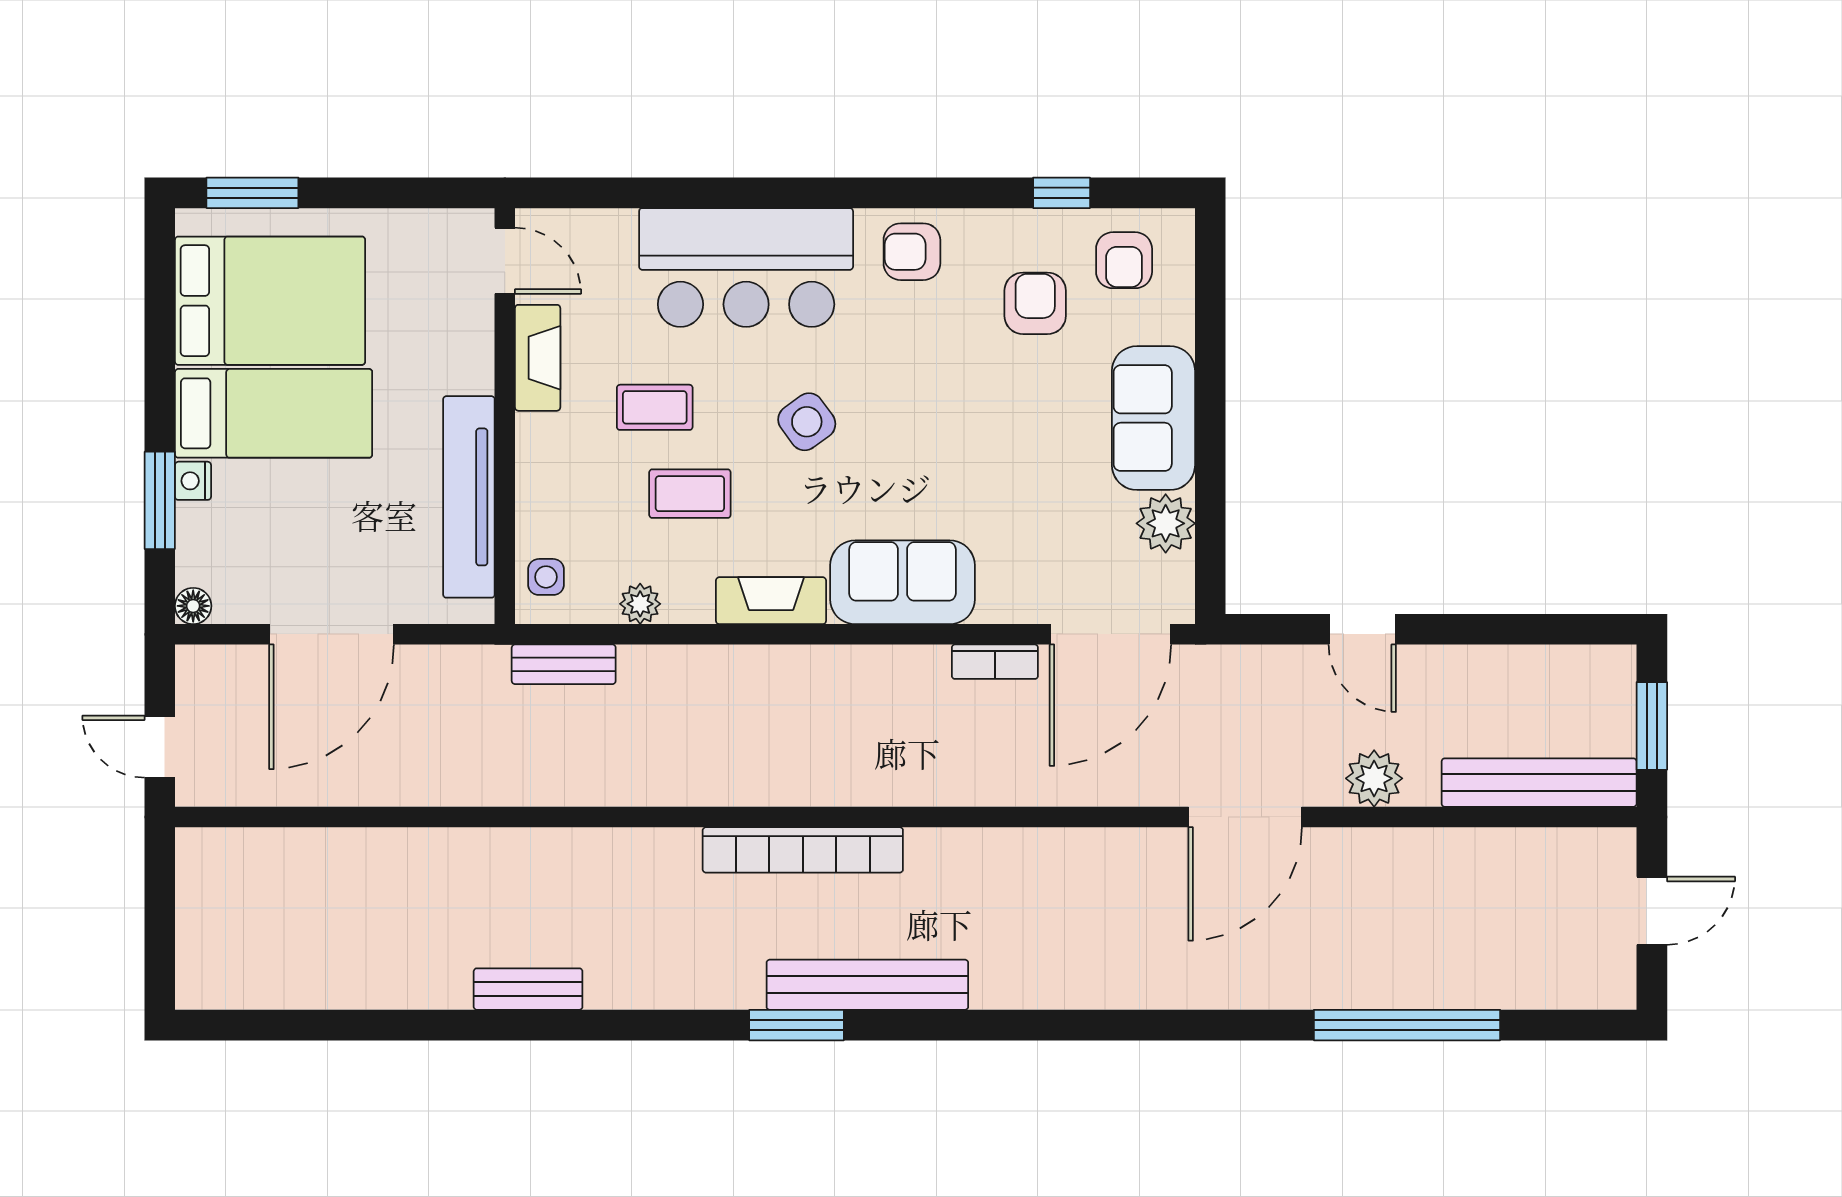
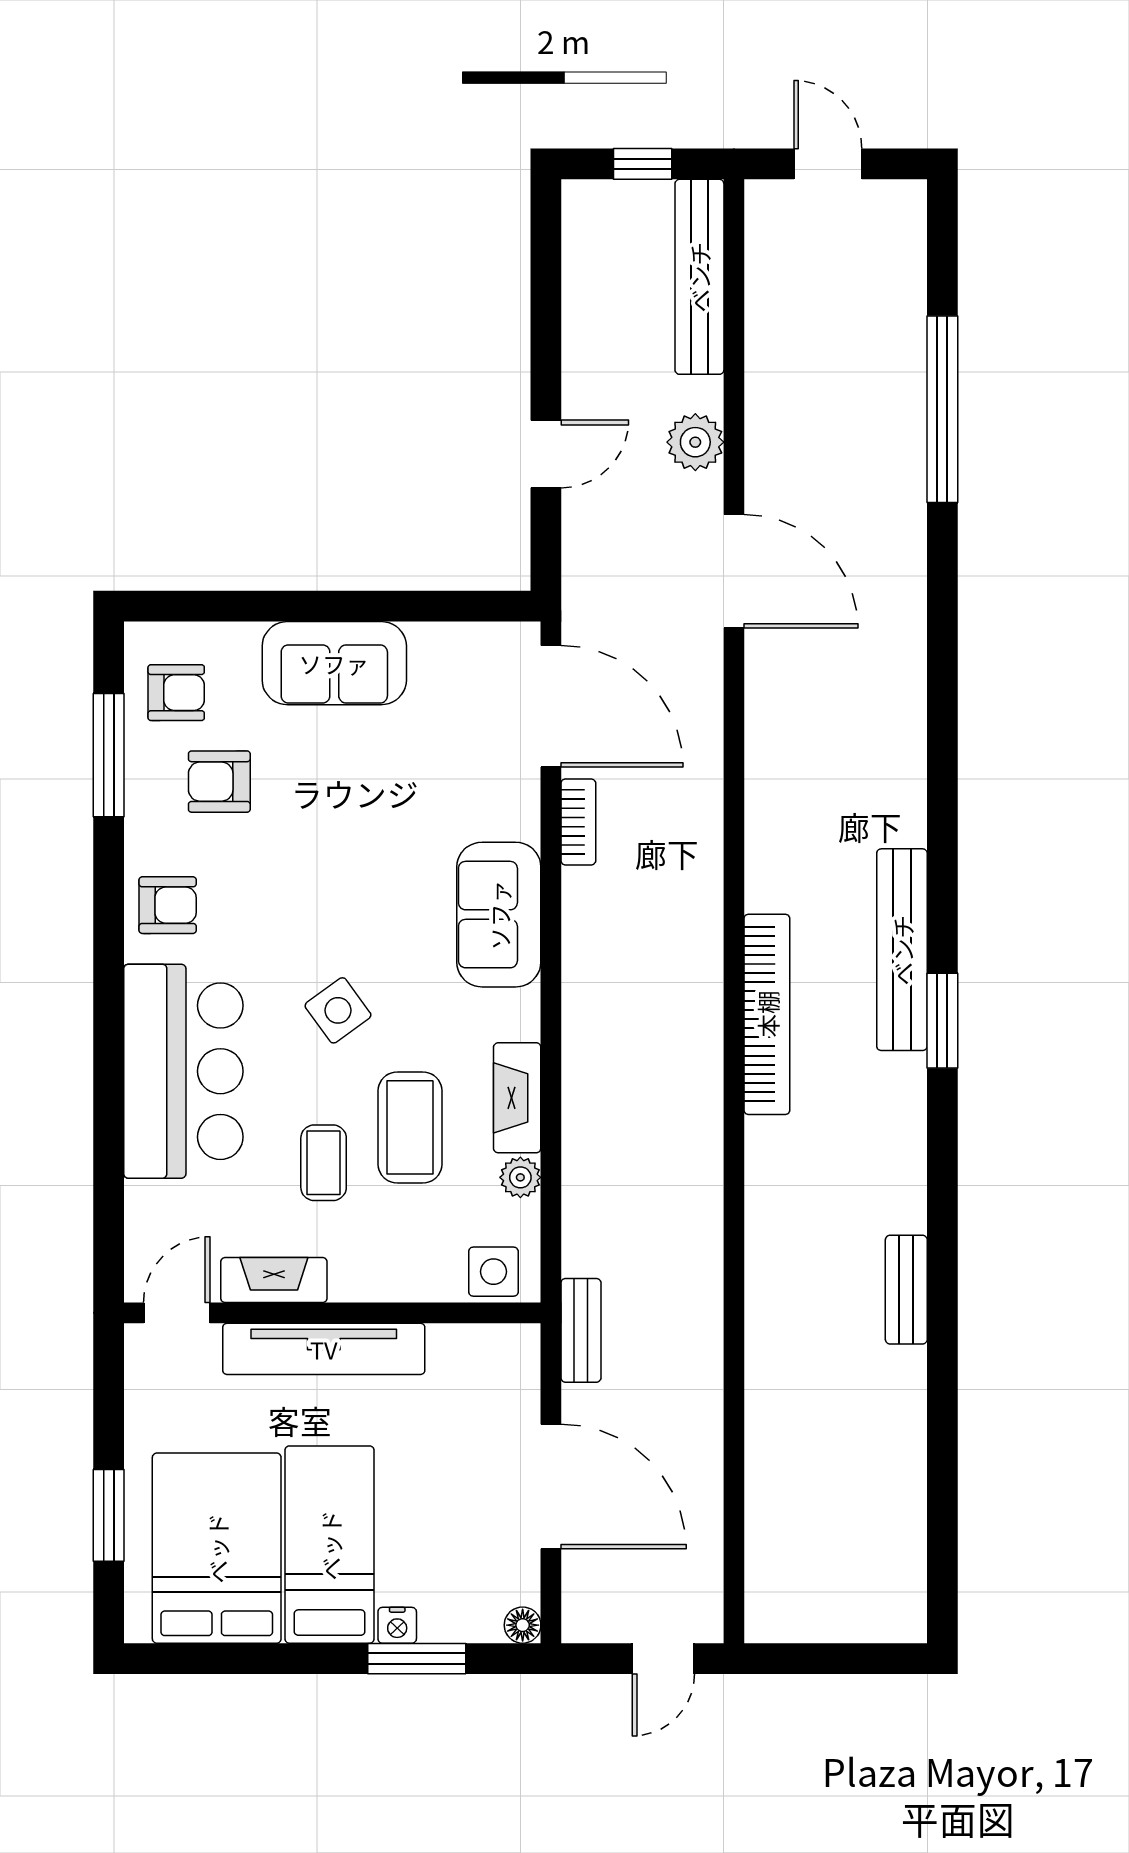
window: (252, 193) -> (109, 1515), moved
window: (1062, 193) -> (109, 755), width x2.17
armchair: (912, 252) -> (168, 905), turned -90
coffee table: (690, 494) -> (410, 1127), width x1.36, depth x1.30
tv unit: (469, 497) -> (324, 1349), moved
plant: (1166, 523) -> (440, 651), removed
side table: (546, 577) -> (493, 1272), width x1.37, depth x1.37
fireplace: (771, 601) -> (517, 1098), moved
bench: (564, 664) -> (581, 1330), moved
window: (1652, 726) -> (643, 164), width x0.67

